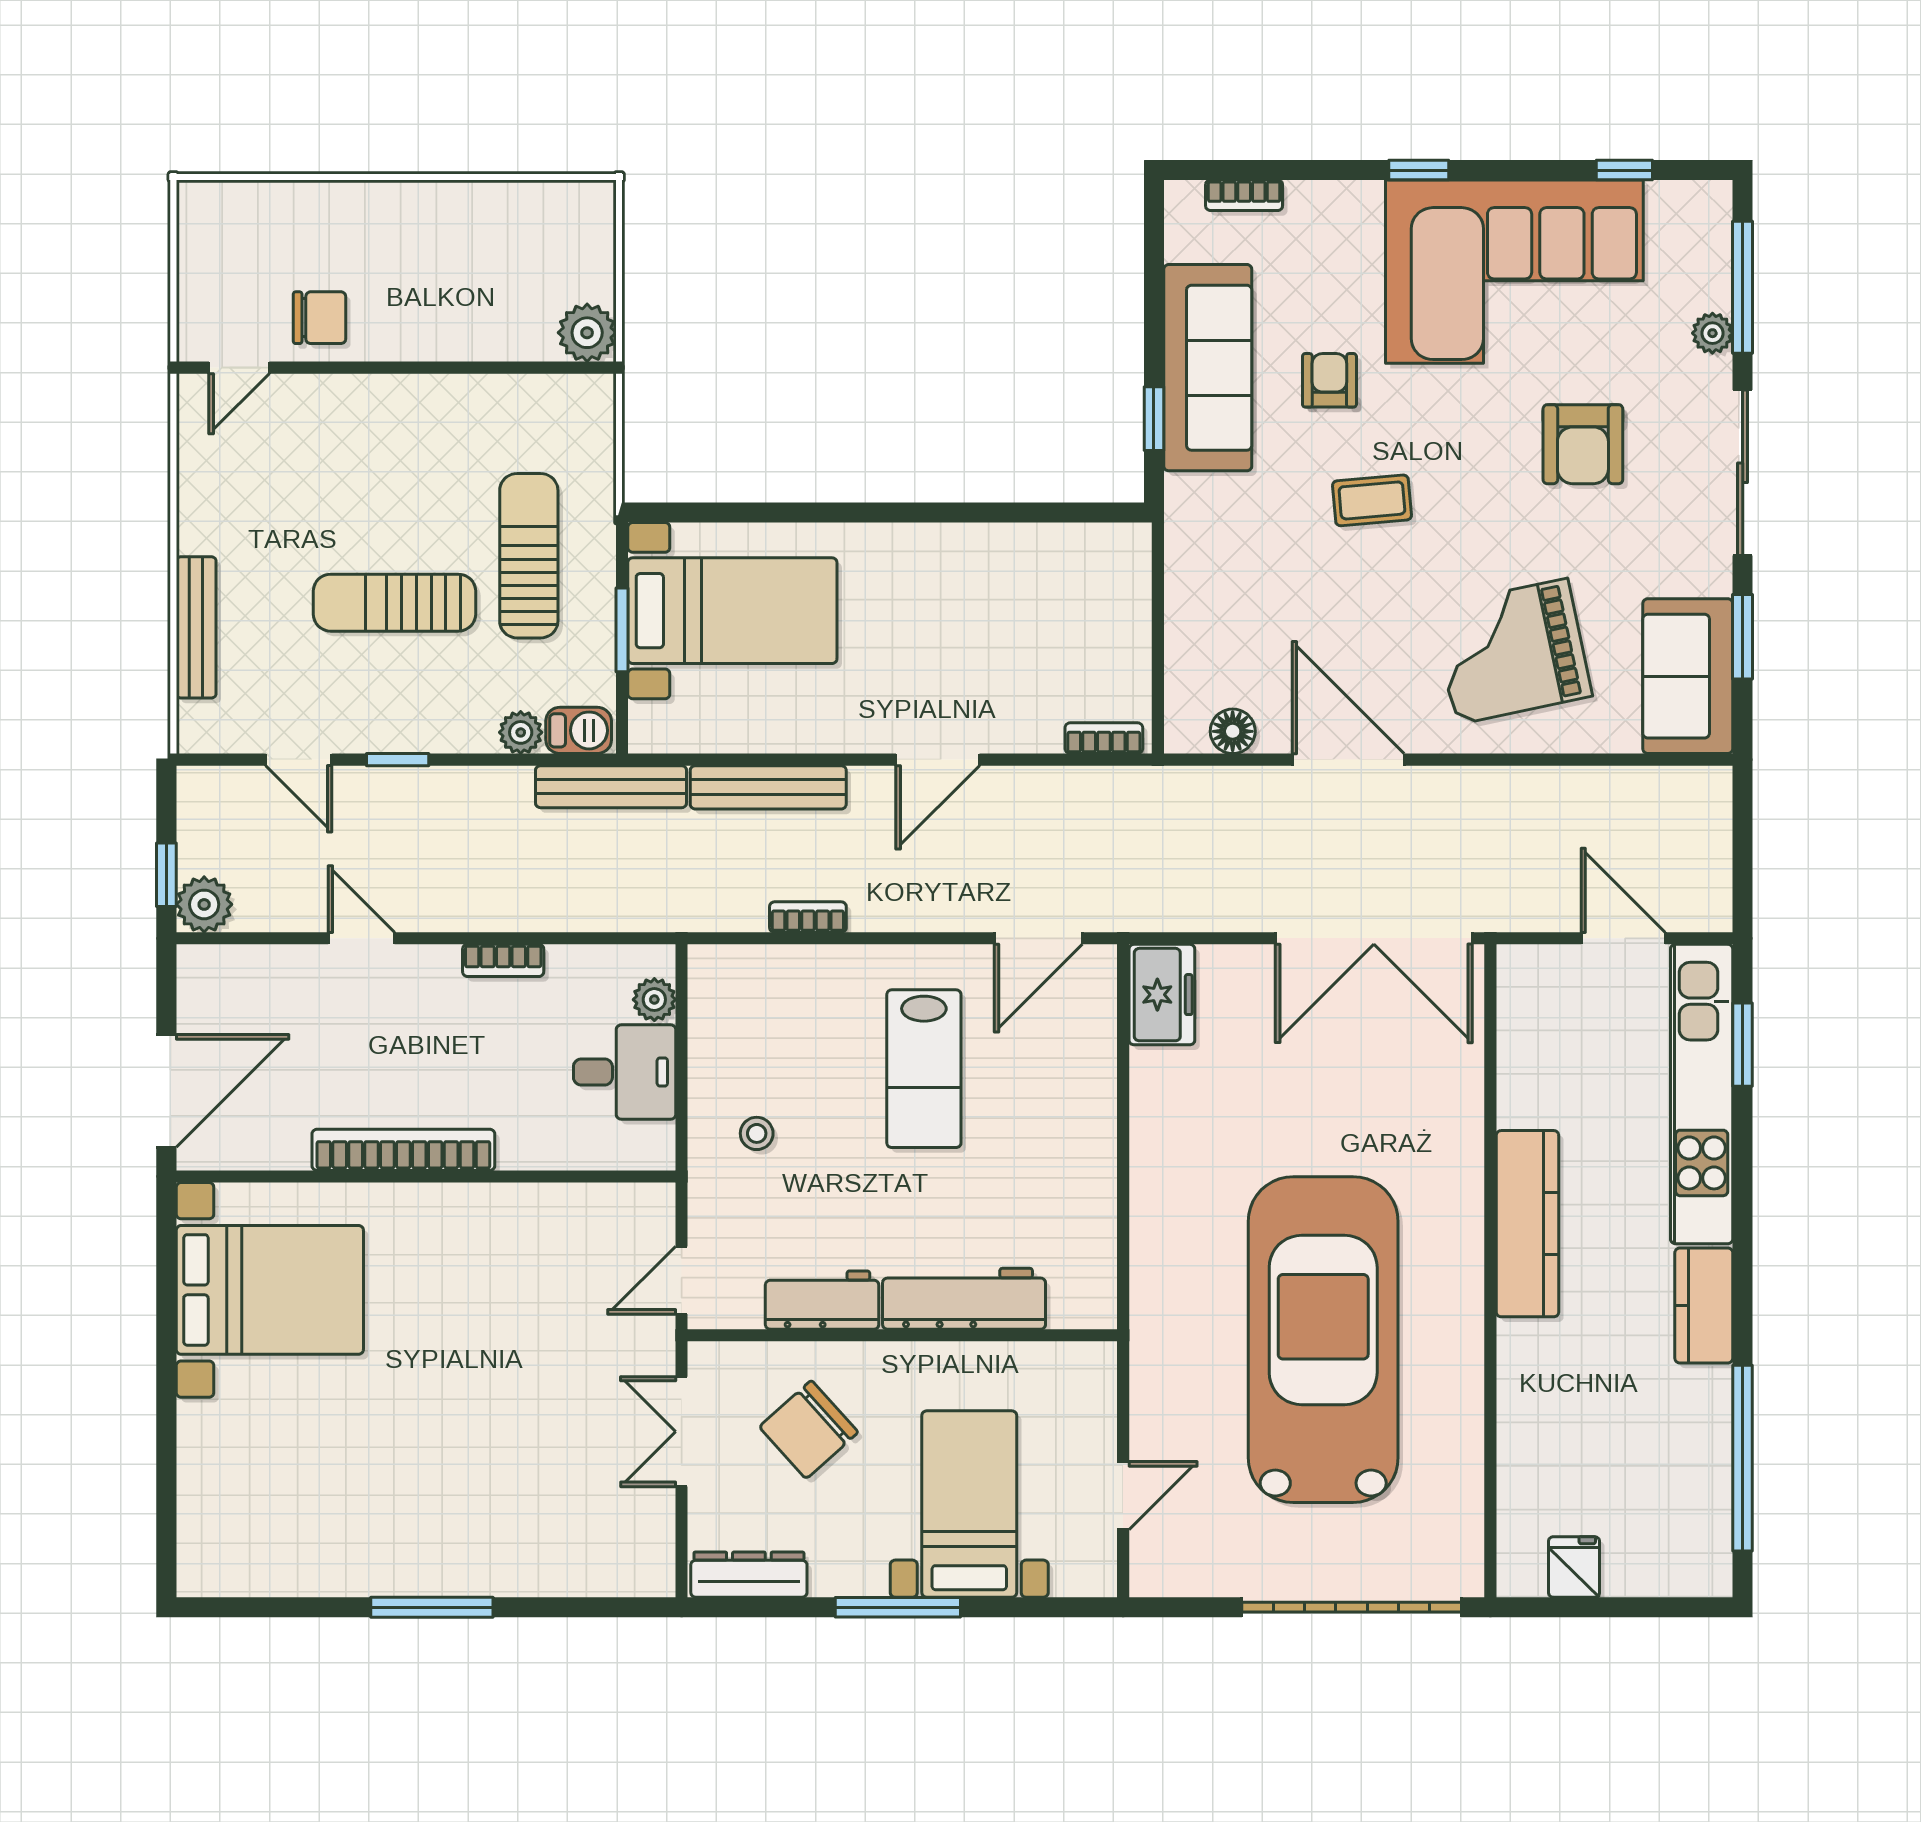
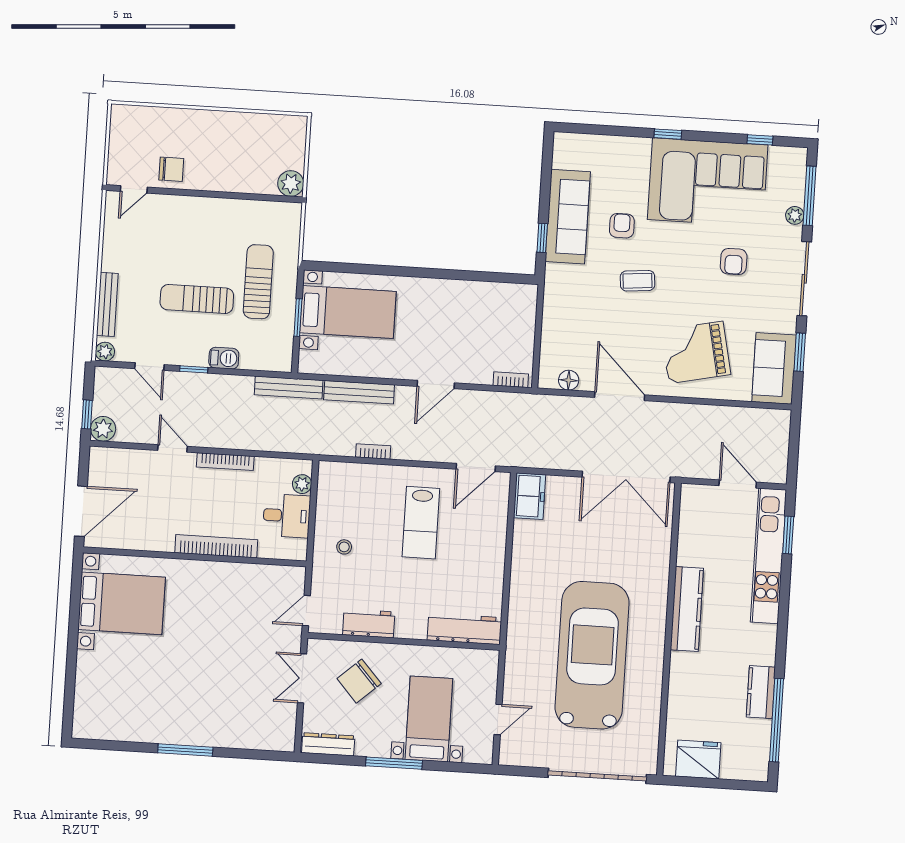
bookcase: (1244, 195) -> (589, 140), removed
armchair: (1583, 444) -> (734, 262), width x0.72, depth x0.72
barbecue: (579, 730) -> (224, 358), moved
plant: (521, 732) -> (105, 352), moved
bookcase: (503, 960) -> (225, 462), width x1.56
bookcase: (403, 1150) -> (216, 546), moved
workbench: (964, 1299) -> (464, 629), moved
kitchen counter: (1704, 1305) -> (761, 692), moved
fridge: (1574, 1567) -> (698, 760), width x1.88, depth x1.34

